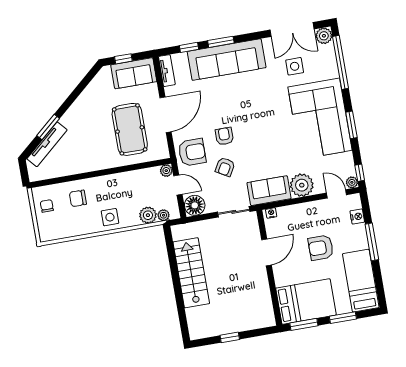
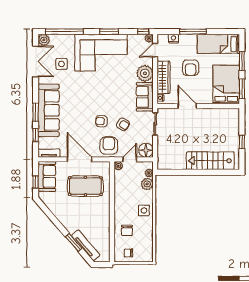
wardrobe: (301, 212) -> (164, 77), added
stairs: (191, 273) -> (210, 161), moved

